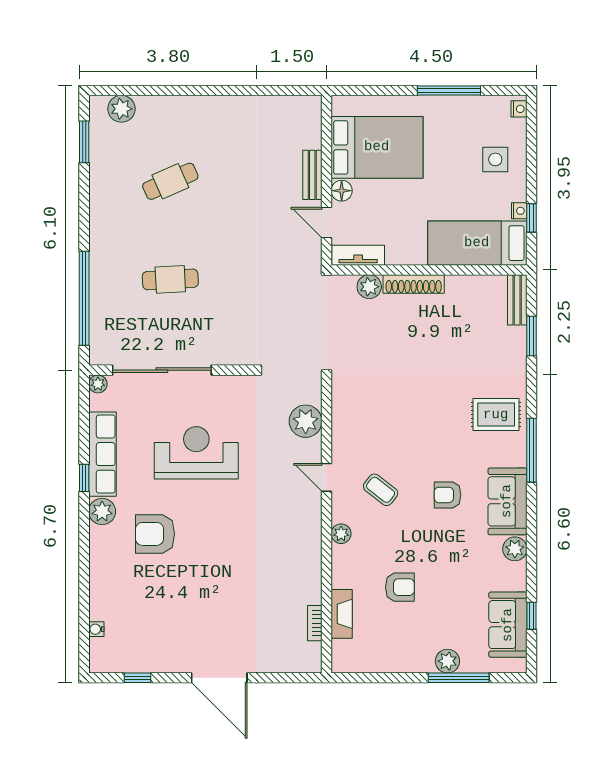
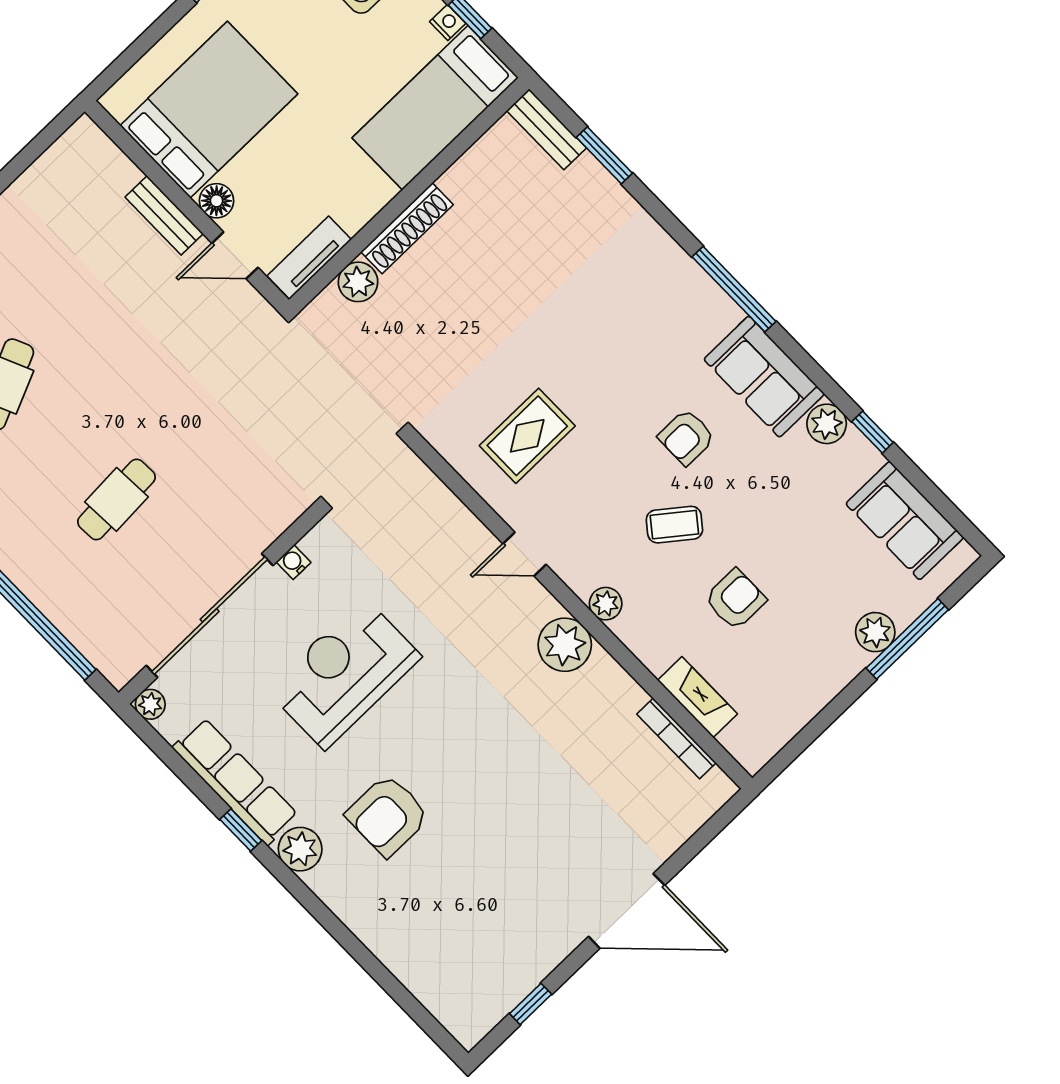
rug: (496, 415) -> (527, 436), moved
plant: (306, 421) -> (565, 645), moved
coffee table: (381, 490) -> (674, 525), moved
window: (532, 616) -> (872, 432), moved
bookcase: (315, 623) -> (676, 738), width x1.56
water cooler: (96, 629) -> (294, 562), moved, turned 90

